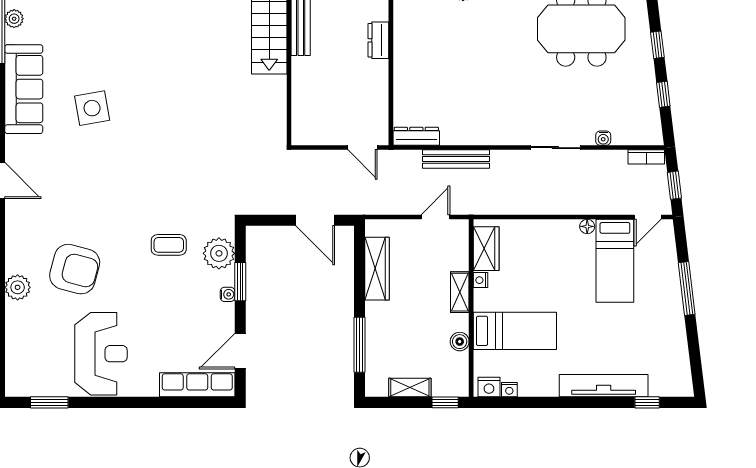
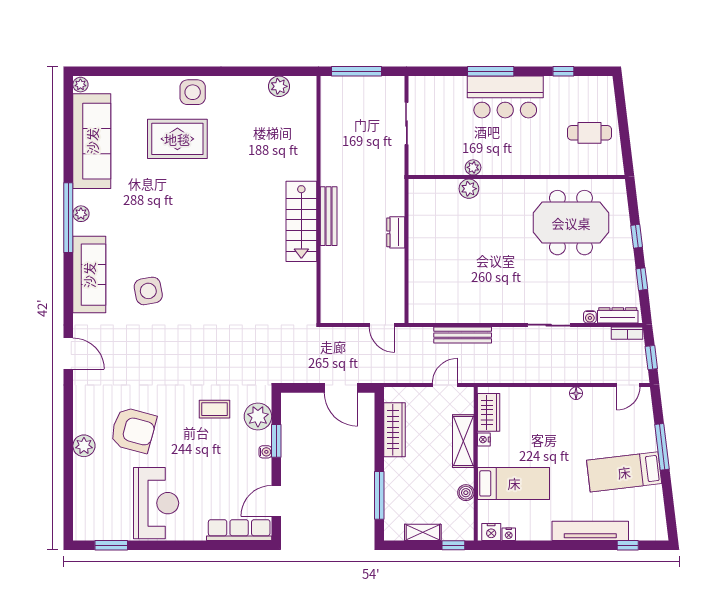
dresser: (416, 136) -> (618, 315), moved
bed: (615, 261) -> (624, 472), moved, turned 83
shelving: (460, 292) -> (463, 441), width x1.50, depth x1.33

